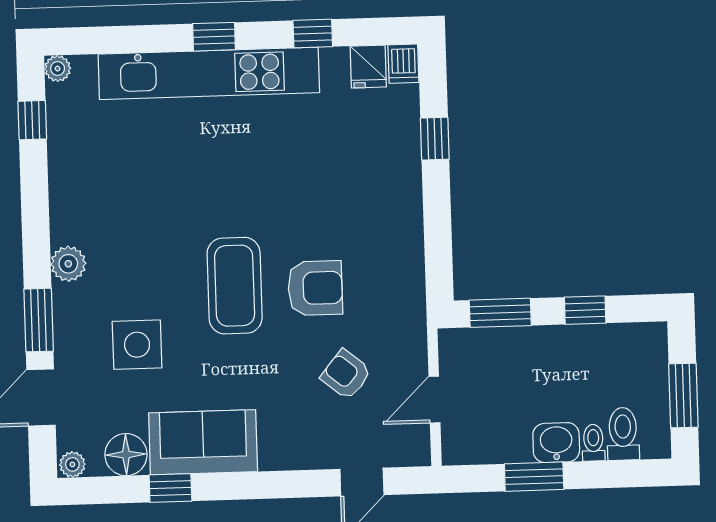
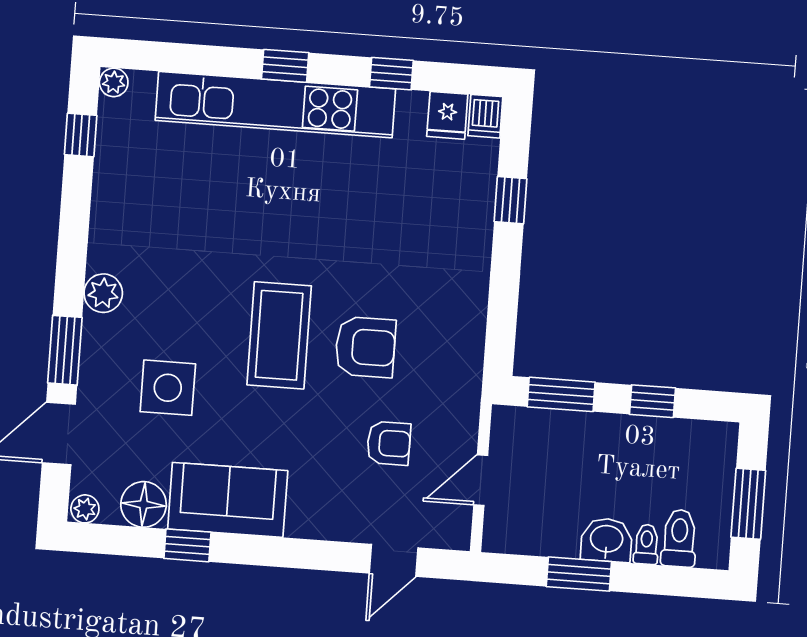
armchair: (346, 374) -> (389, 443), turned 141

